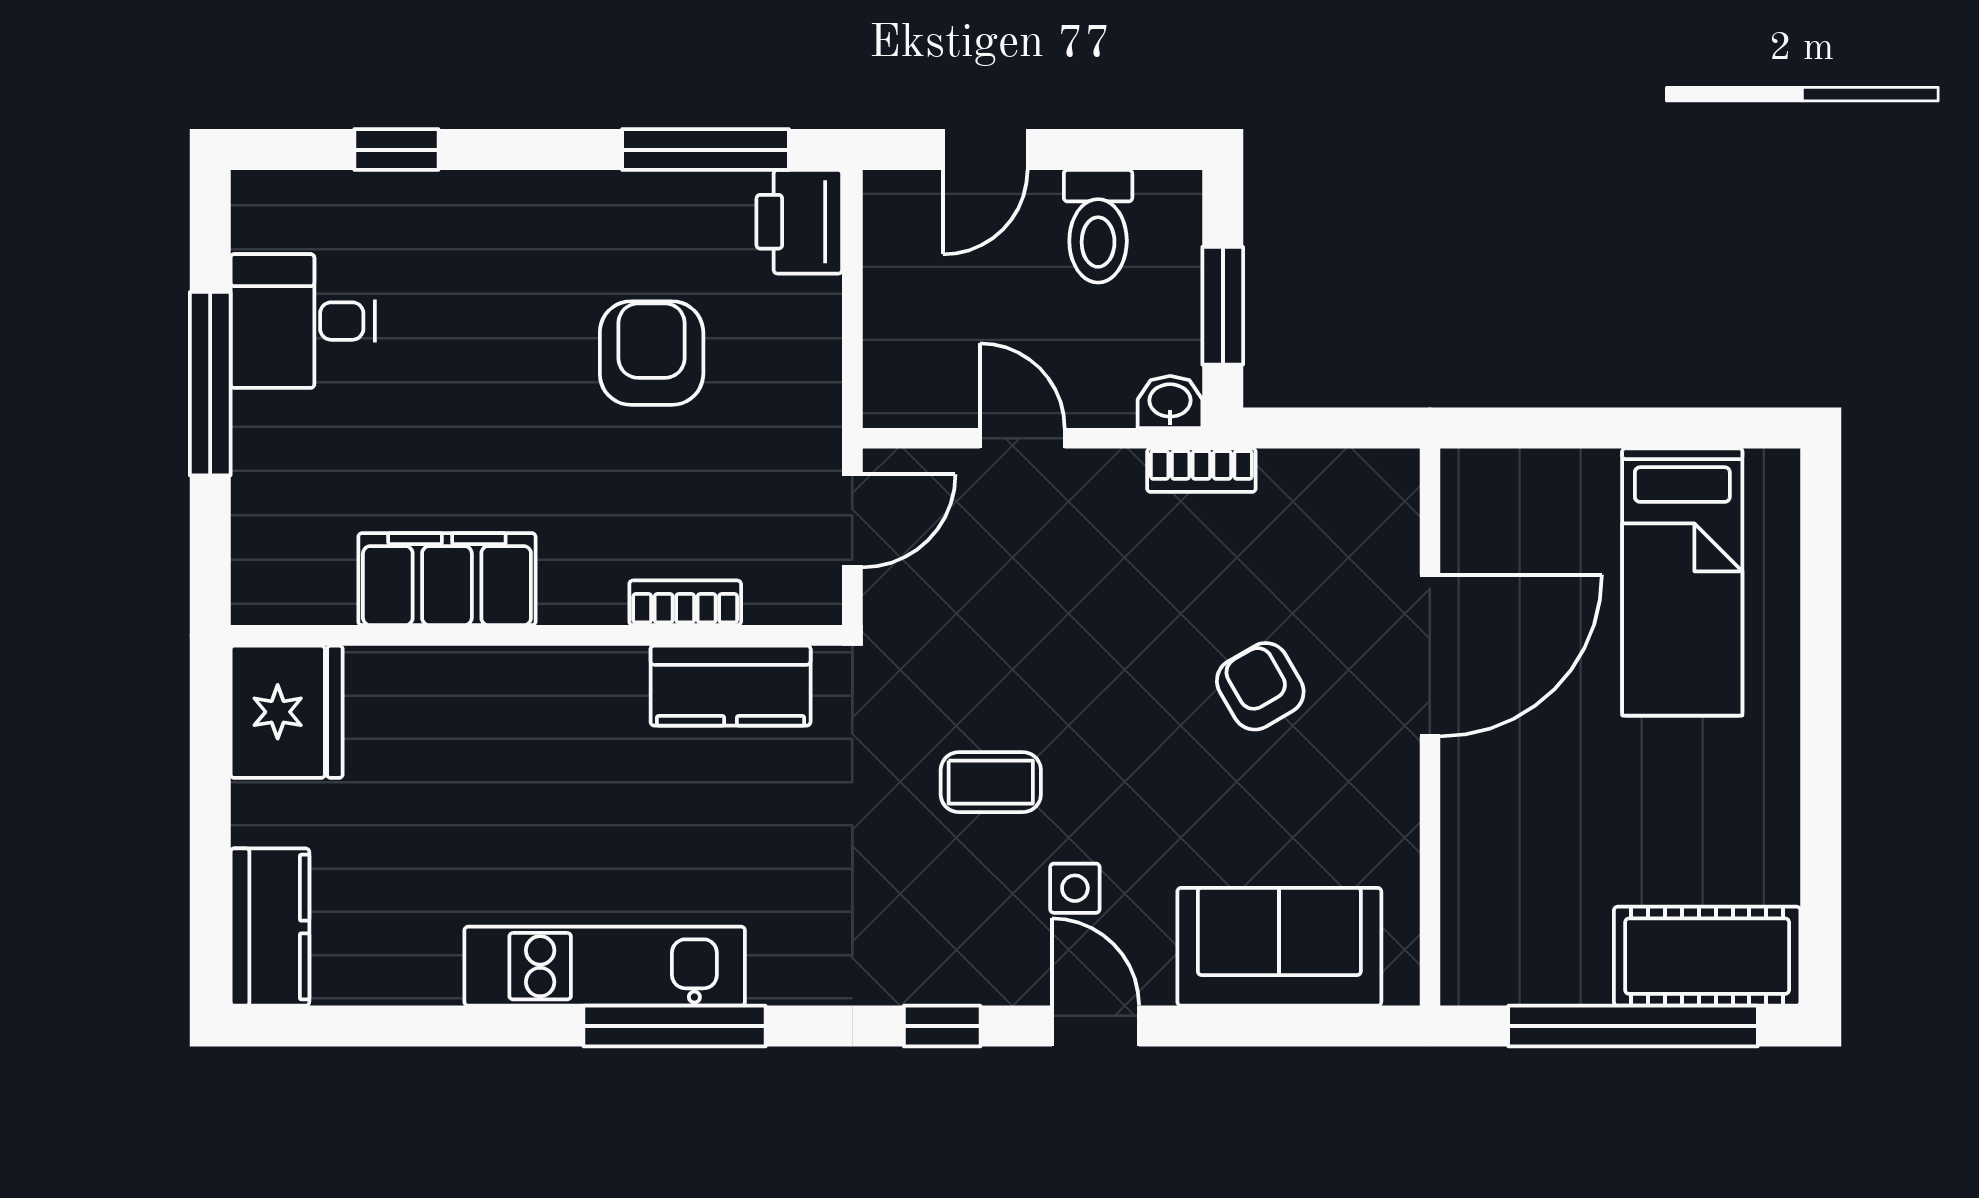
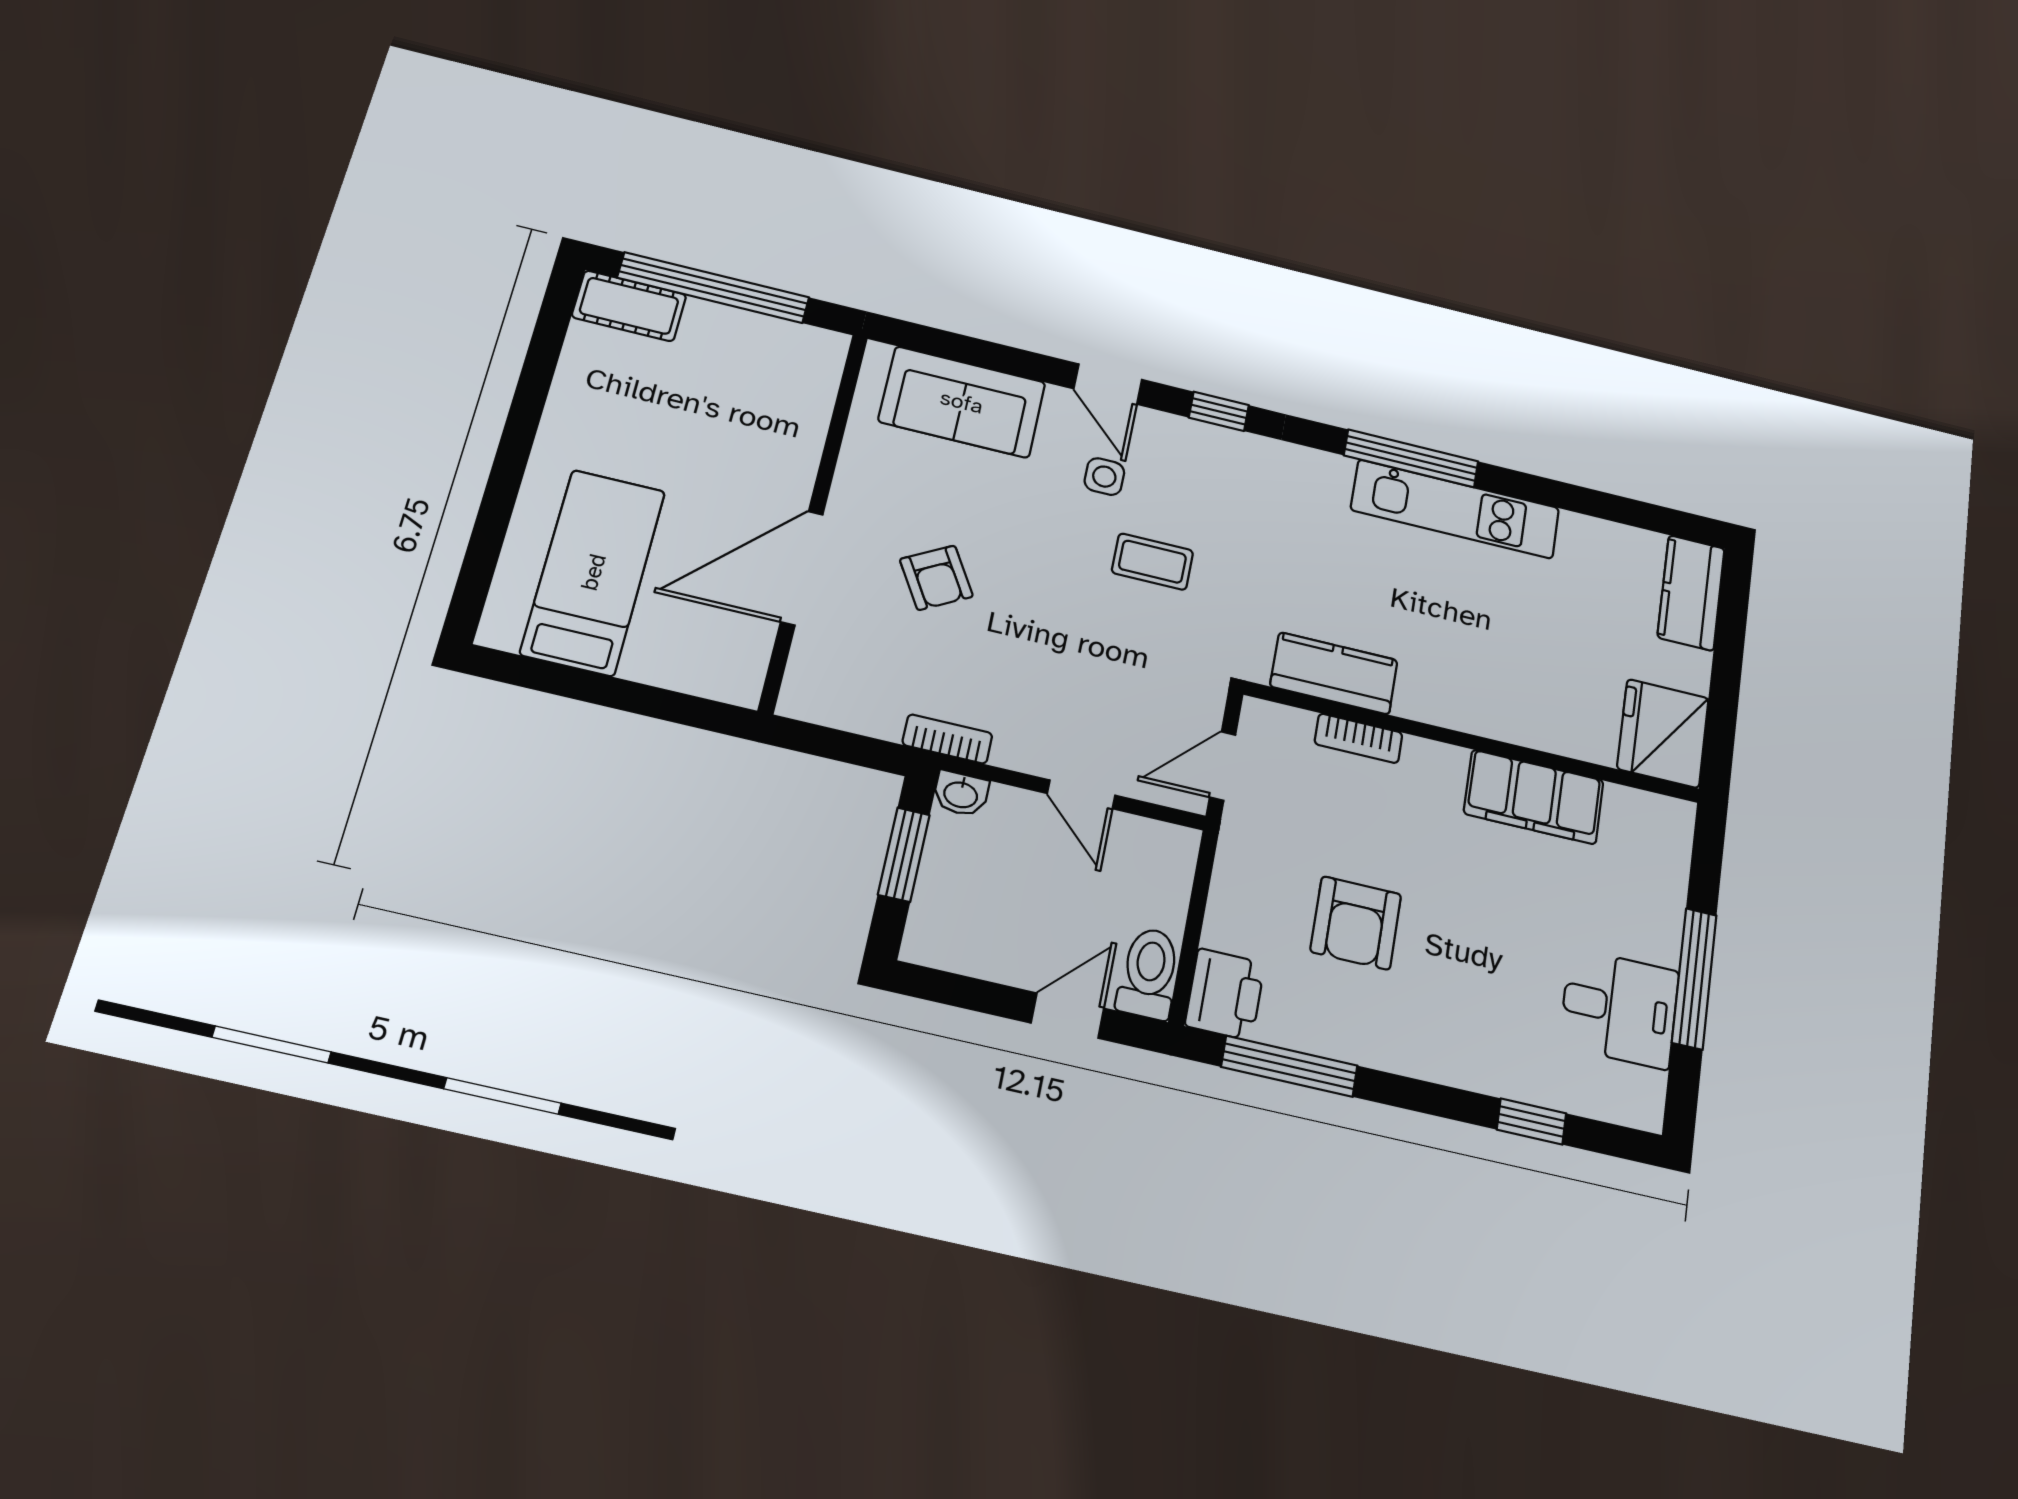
toilet: (1098, 226) -> (1149, 973), moved
cot: (1707, 956) -> (629, 306), width x0.73, depth x0.75

